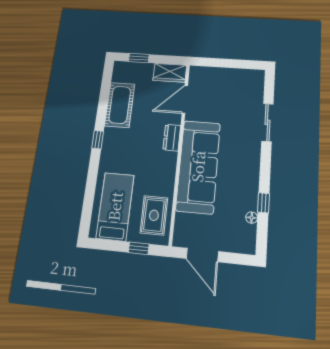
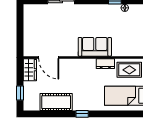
dresser: (172, 138) -> (105, 64), moved
sofa: (198, 166) -> (95, 47), width x0.54, depth x0.79

